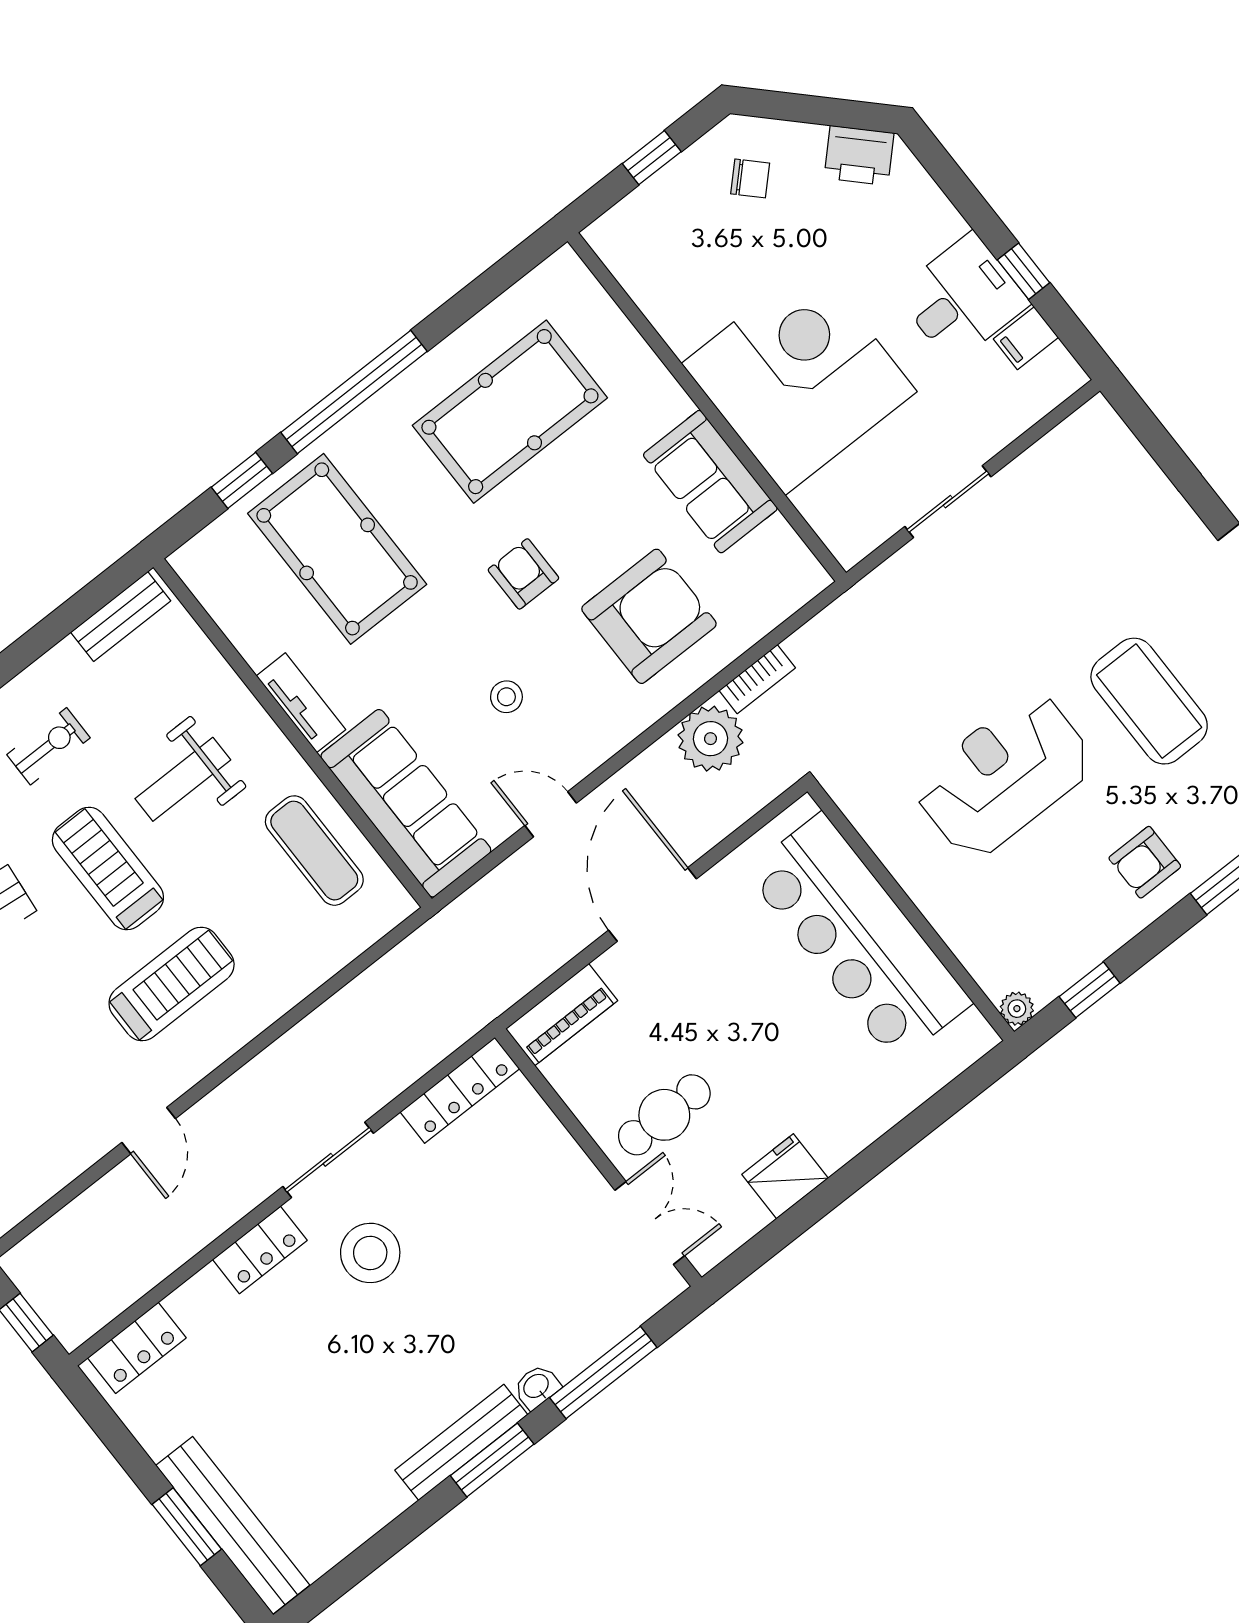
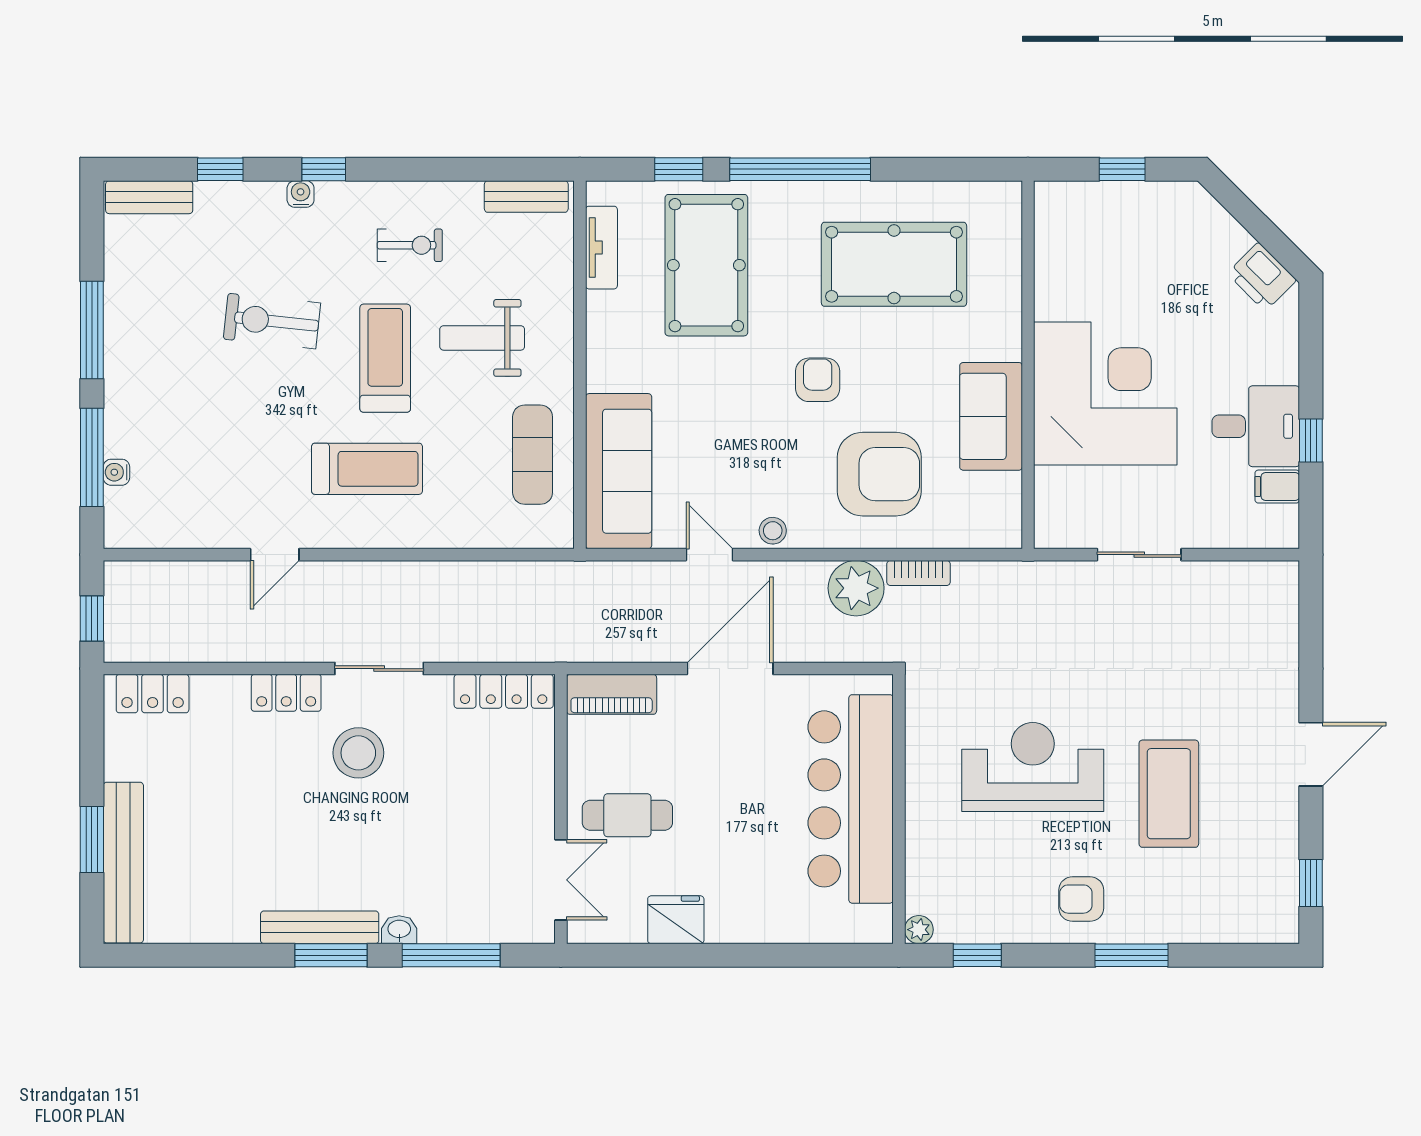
chair: (750, 178) -> (1177, 235), removed
stool: (506, 697) -> (773, 531), moved
tv unit: (301, 703) -> (601, 248), moved

